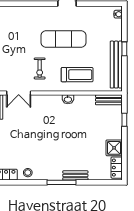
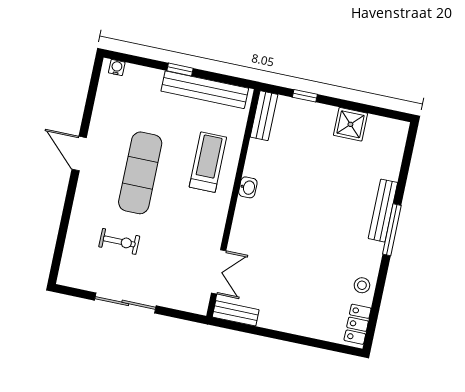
exercise bike: (40, 68) -> (119, 241), moved
locker: (117, 168) -> (386, 127), removed
bench: (75, 175) -> (383, 211), width x1.36

